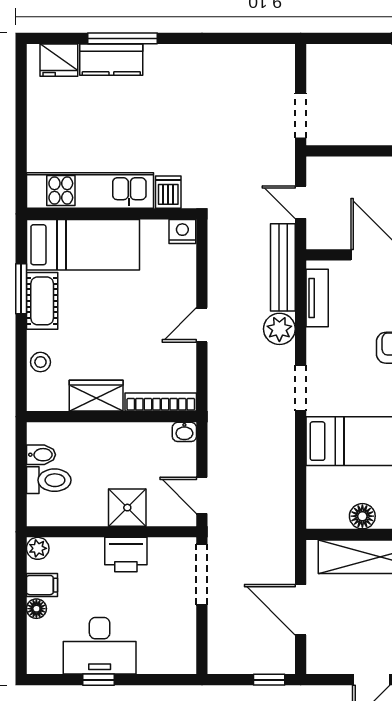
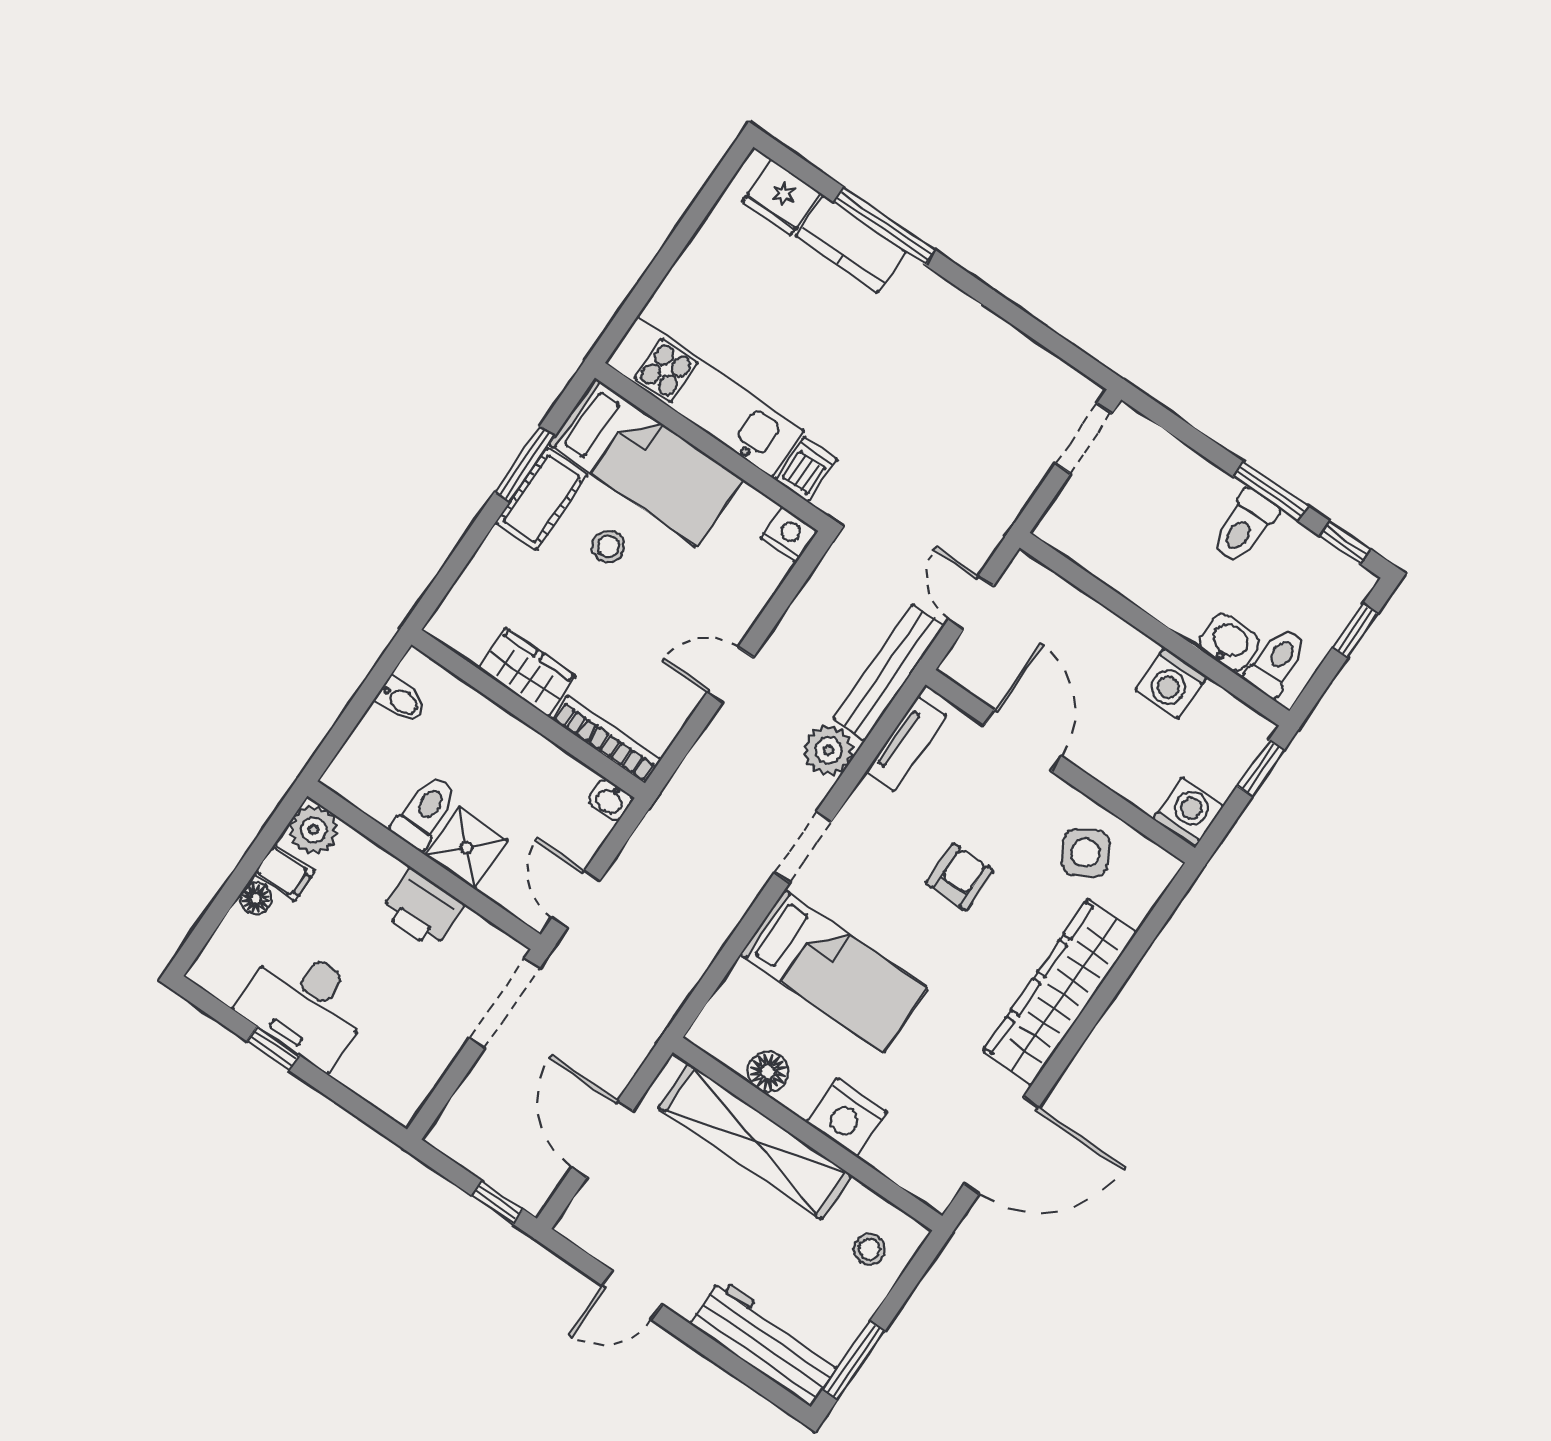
doorway: (301, 116) -> (1084, 438), moved
stool: (40, 362) -> (608, 546), moved
toilet: (49, 480) -> (425, 812), moved, turned -90
plant: (38, 548) -> (314, 830), width x1.38, depth x1.38

